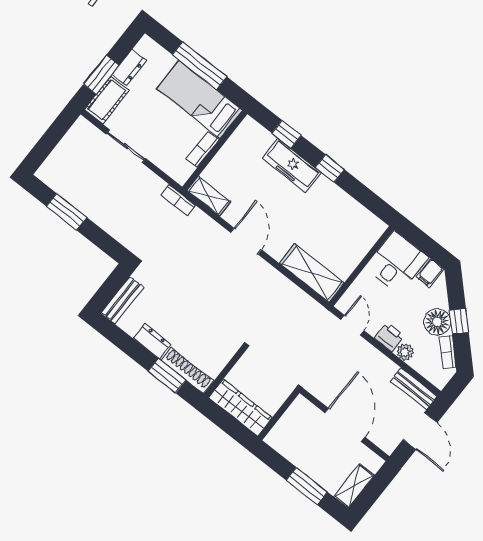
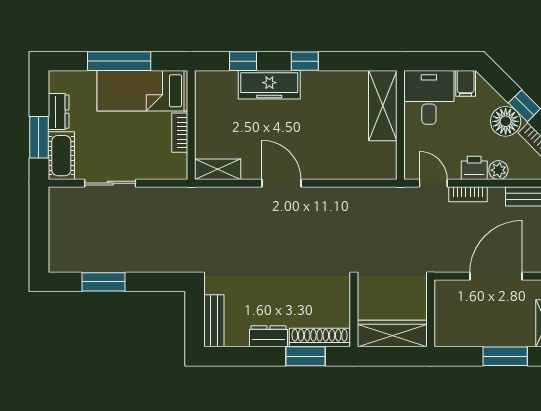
bookcase: (178, 200) -> (468, 194), moved
shelving: (312, 273) -> (383, 106), moved, turned 90
door: (345, 425) -> (496, 276), hinge flipped

